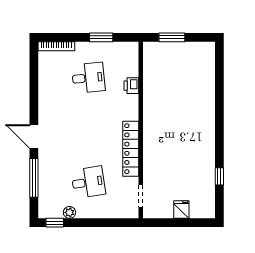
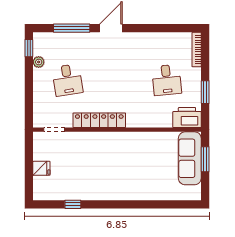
sofa: (171, 53) -> (190, 158), added
printer: (131, 86) -> (187, 118), moved, width x1.87, depth x1.48

